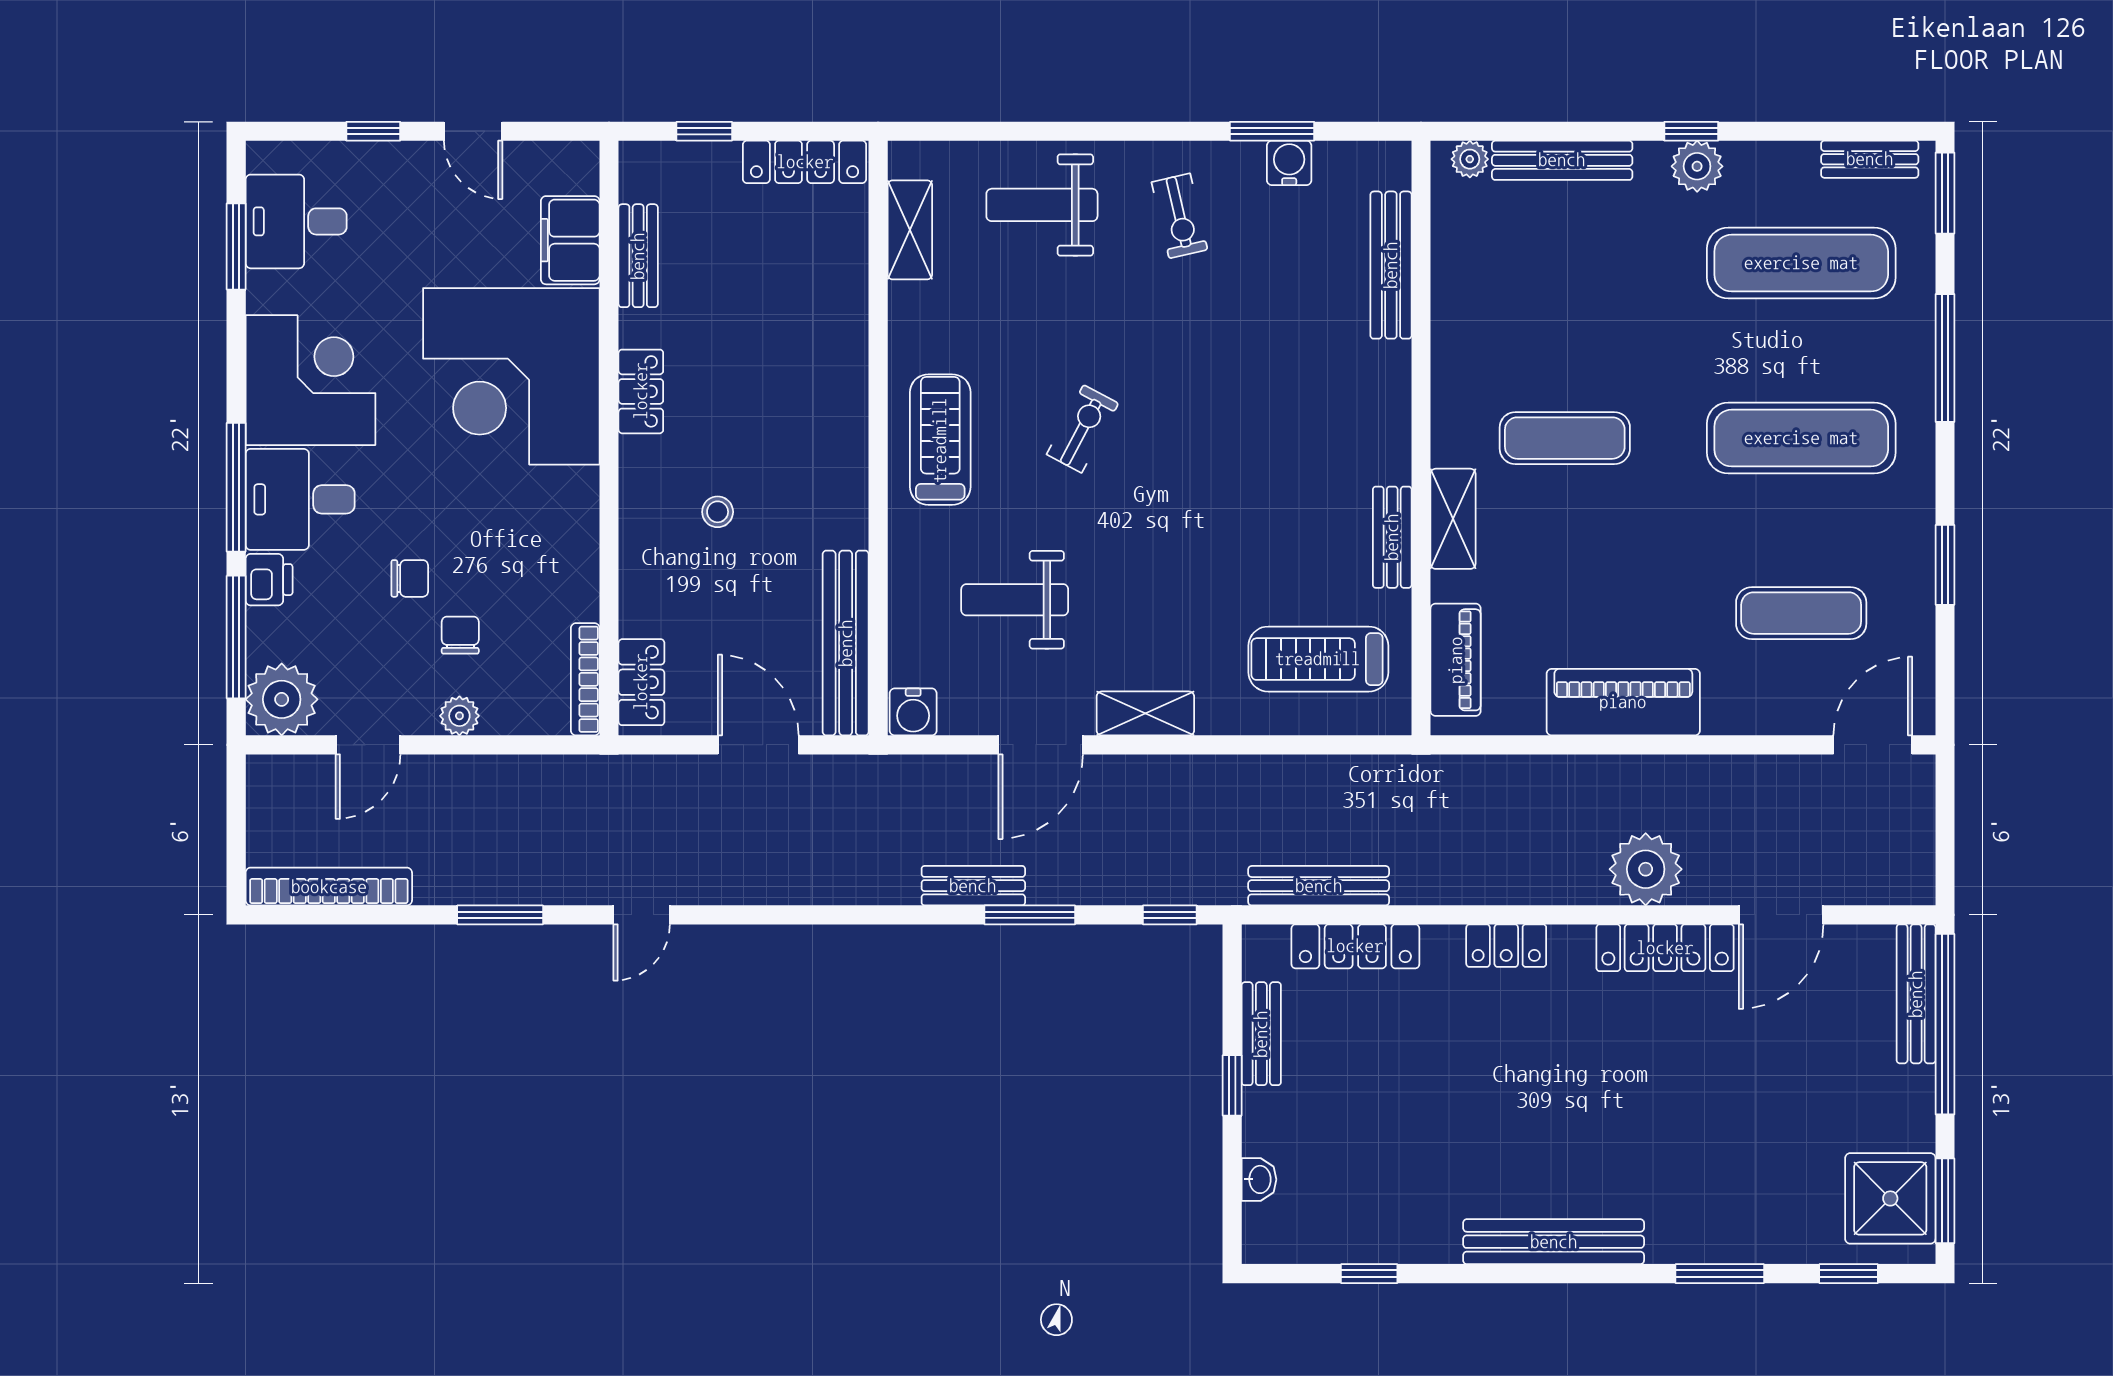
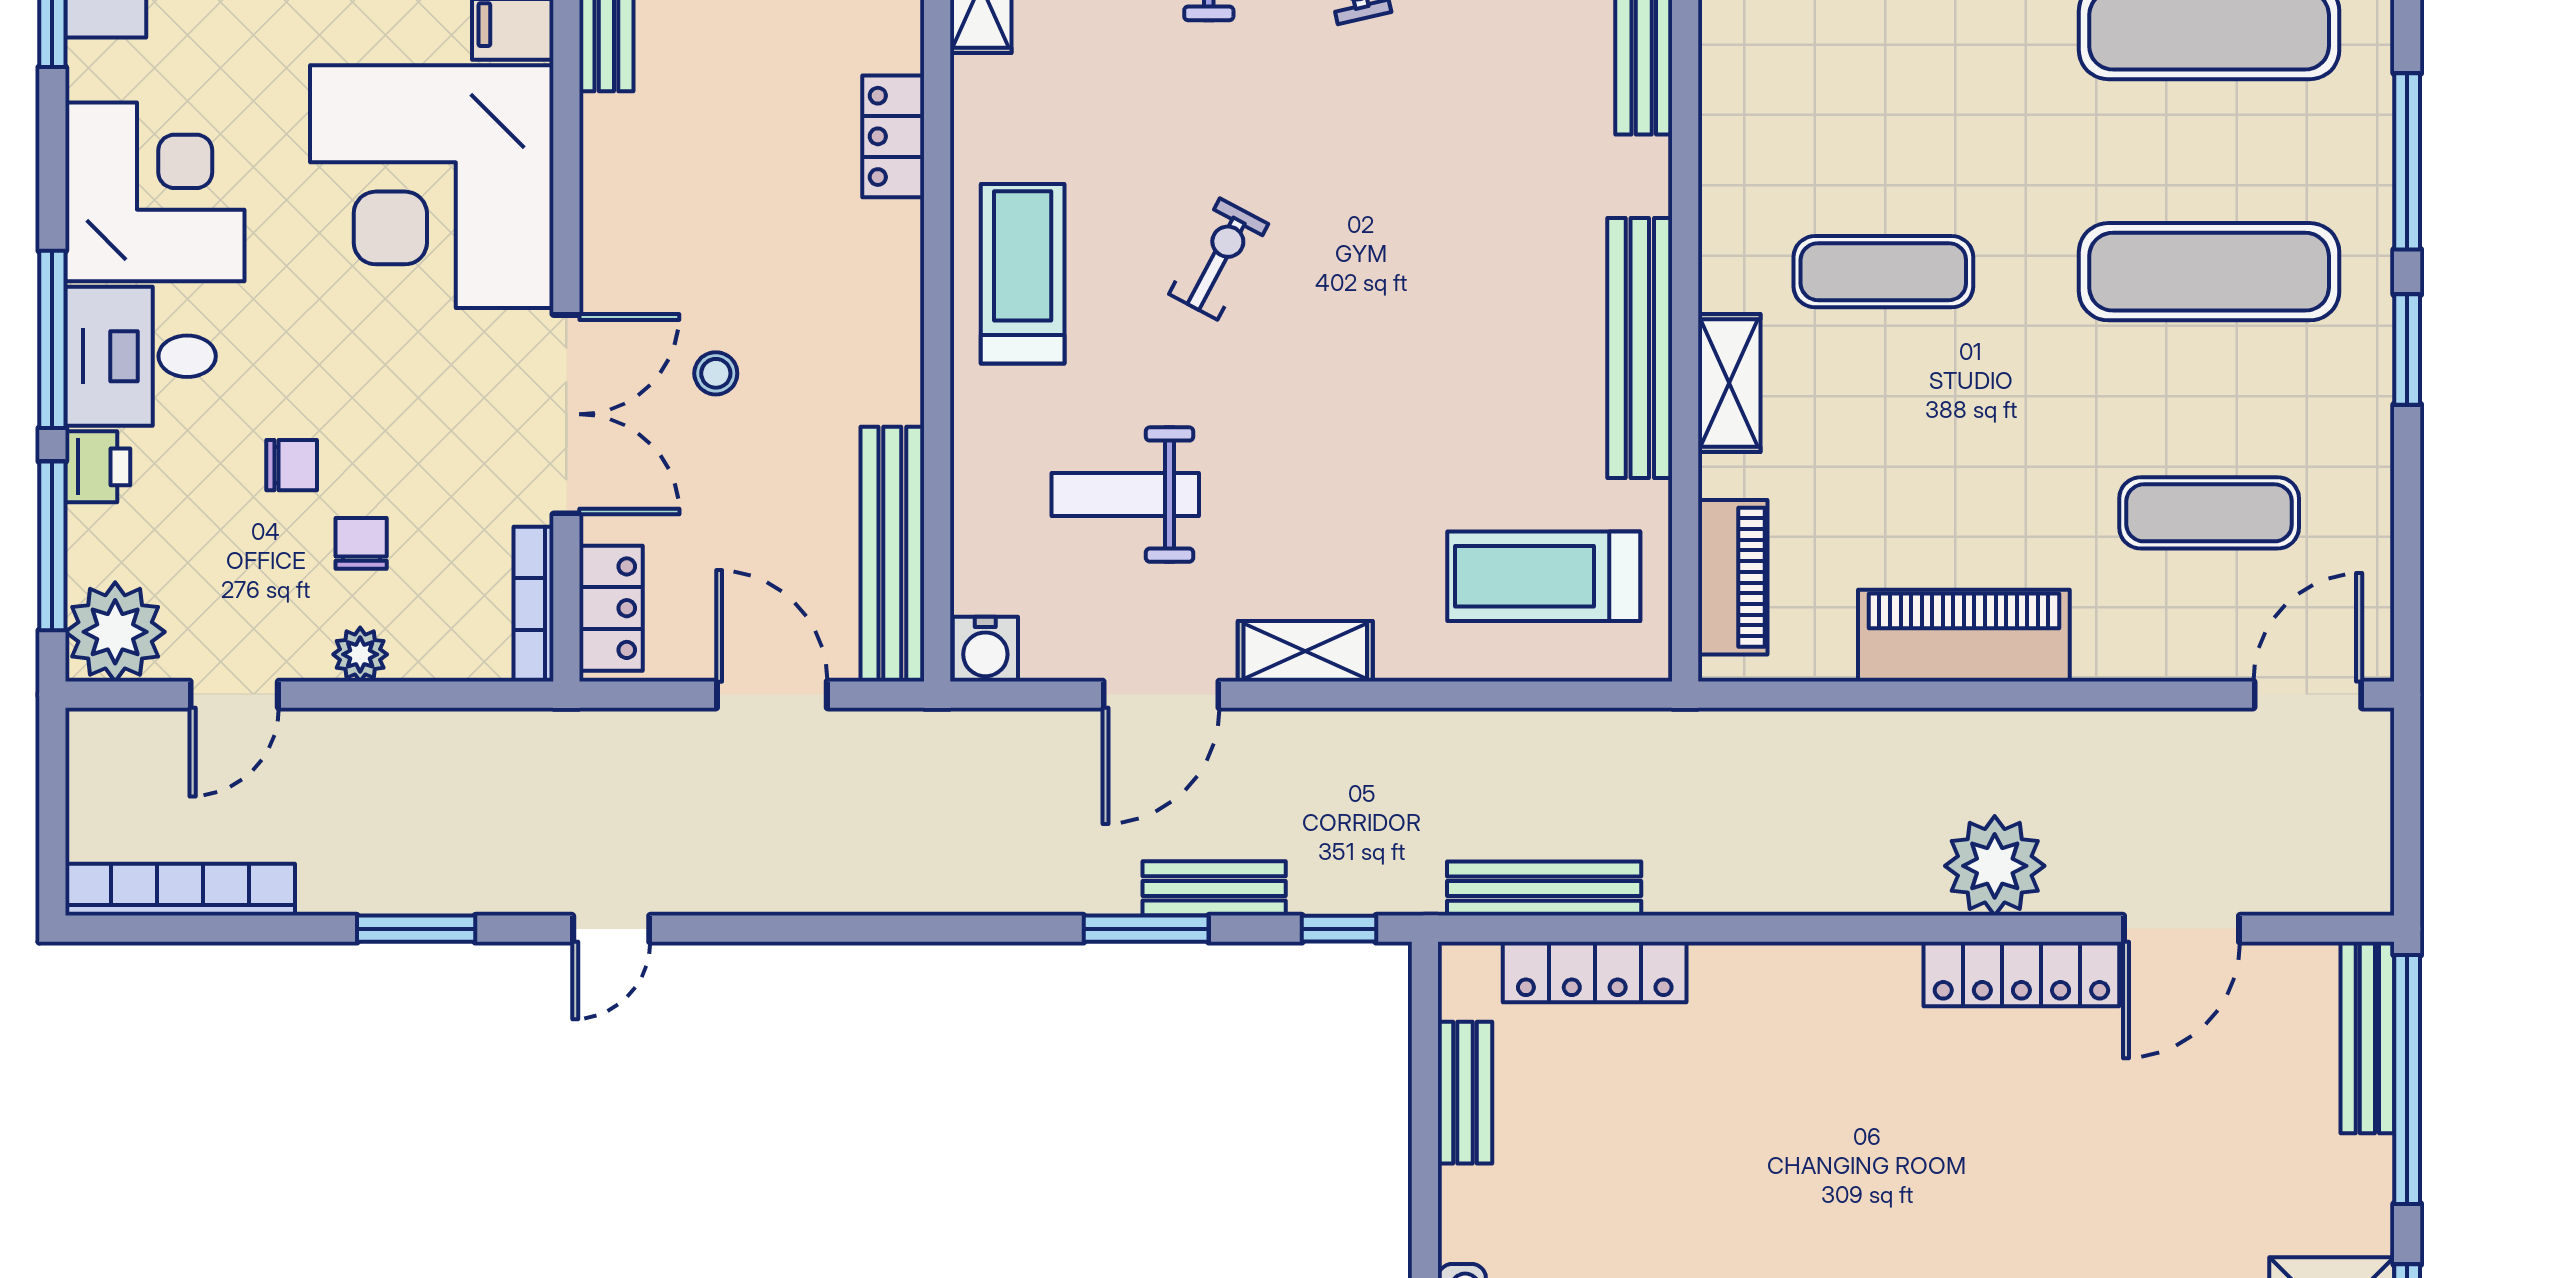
locker: (641, 391) -> (893, 136), moved, turned 180
bench: (1392, 537) -> (1640, 348), width x1.86, depth x1.21
double door: (609, 541) -> (566, 414), added
window: (1945, 565) -> (2407, 350), moved
bench: (973, 886) -> (1214, 888), moved
locker: (1506, 946) -> (1803, 971), removed
window: (1232, 1085) -> (1425, 1164), removed

